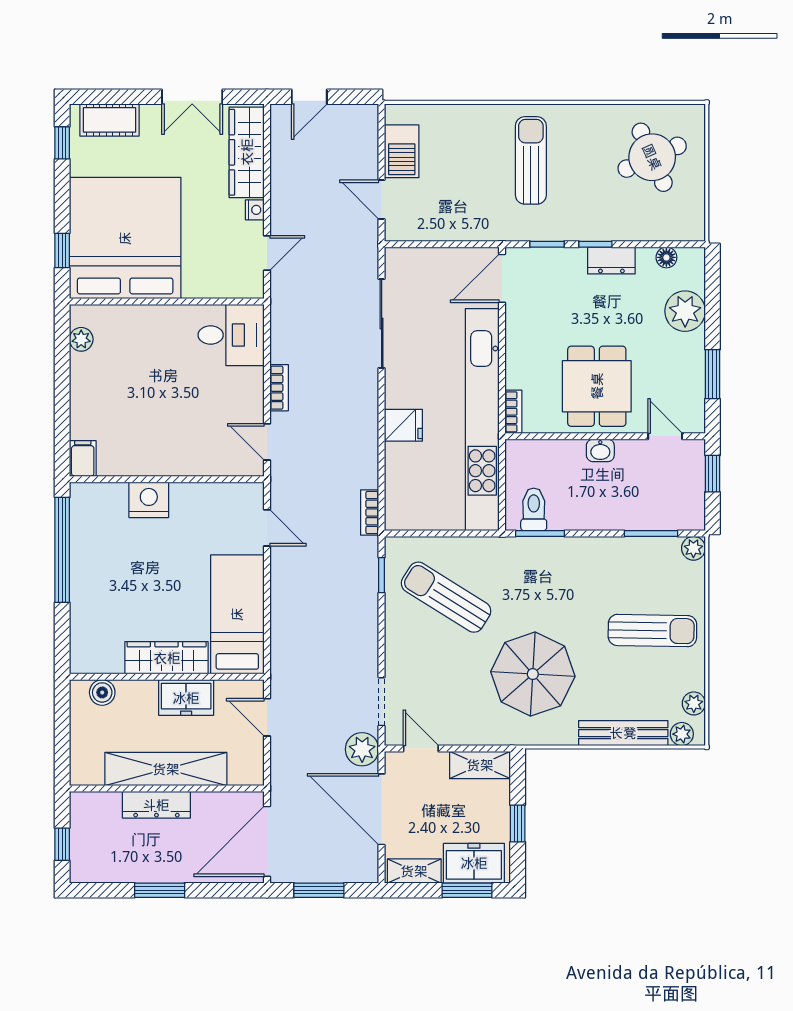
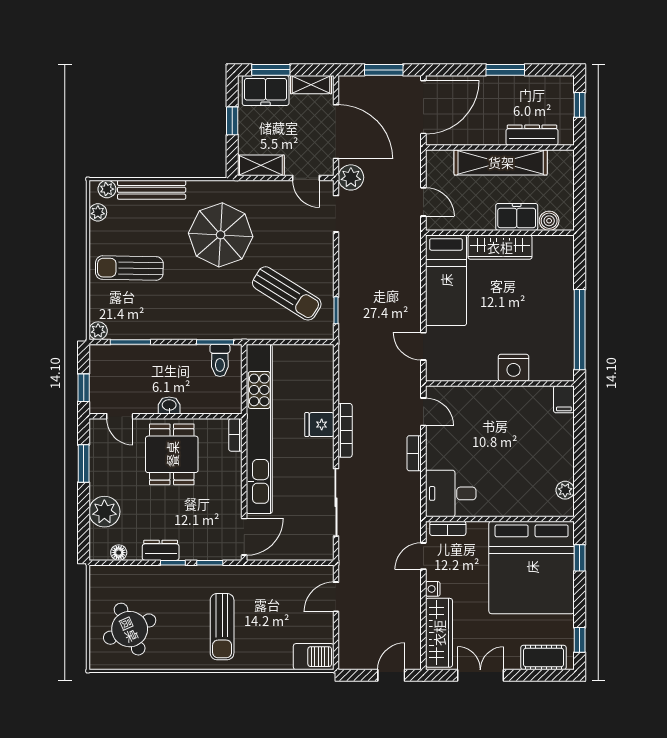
barbecue: (402, 151) -> (314, 657), moved, turned 90
door: (382, 200) -> (336, 597), swing flipped
bookcase: (235, 289) -> (448, 528), added
bookcase: (370, 512) -> (345, 430), moved, width x1.56
freezer: (186, 698) -> (517, 217), moved
dresser: (156, 805) -> (532, 135), moved

